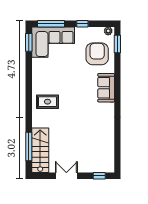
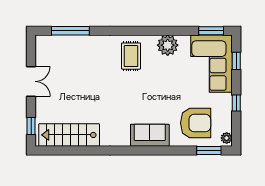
window: (51, 24) -> (236, 61), width x0.46
plant: (39, 75) -> (168, 45), added
stairs: (40, 150) -> (69, 135), moved, turned 180

